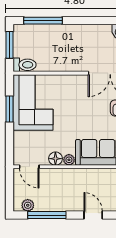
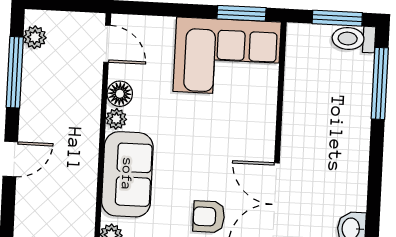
toilet: (24, 65) -> (354, 39), moved, turned 90
window: (9, 109) -> (242, 13), moved
door: (29, 167) -> (107, 44), swing flipped

